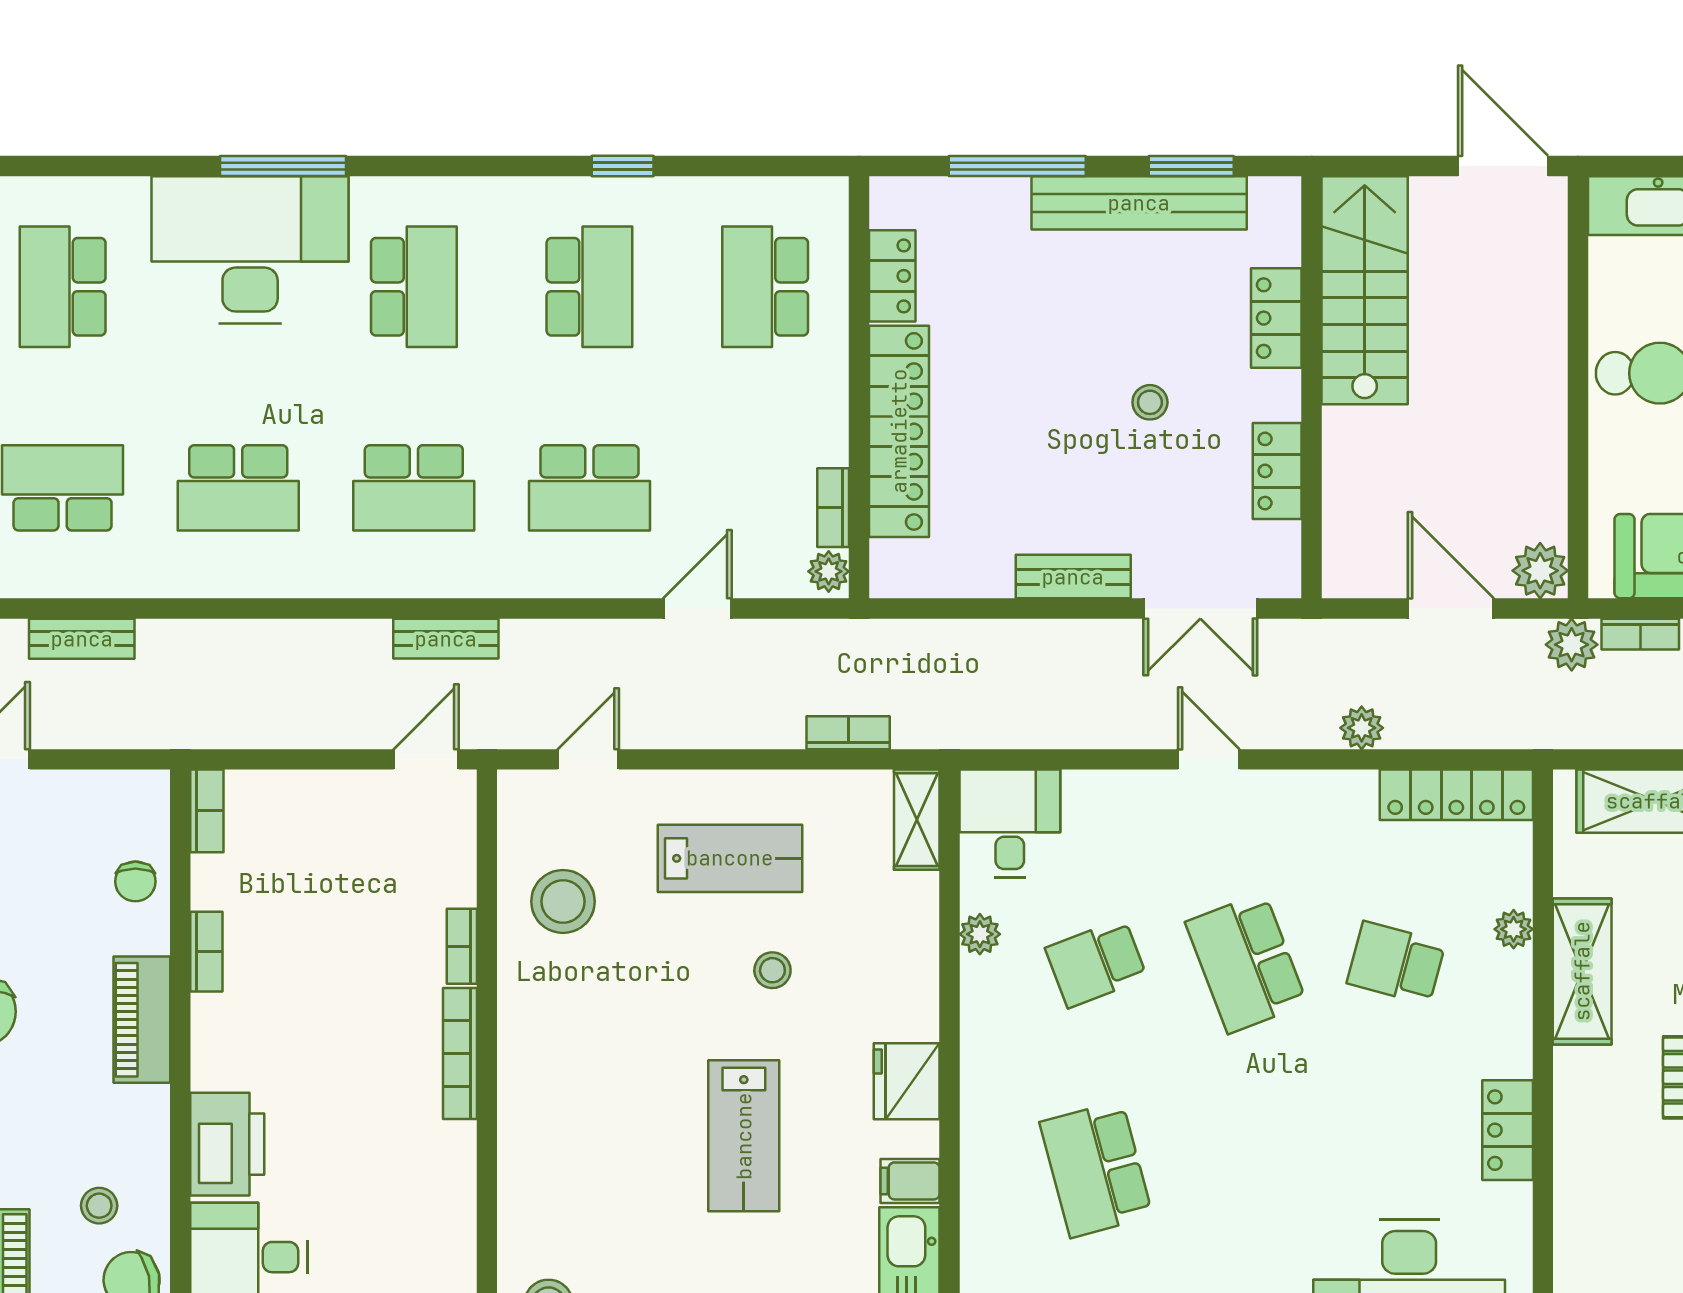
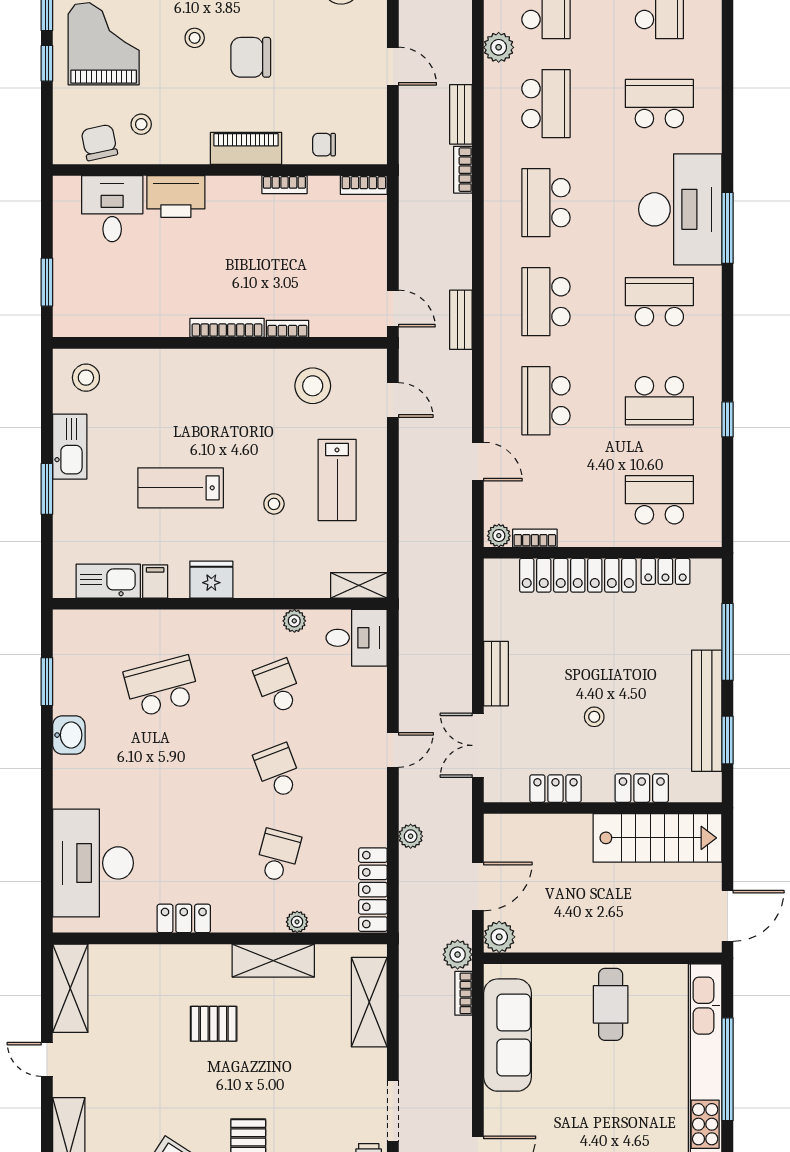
school desk: (414, 287) -> (659, 302), turned 180
bookcase: (848, 733) -> (463, 170), moved, turned 180
school desk: (1246, 963) -> (278, 771), width x0.54

